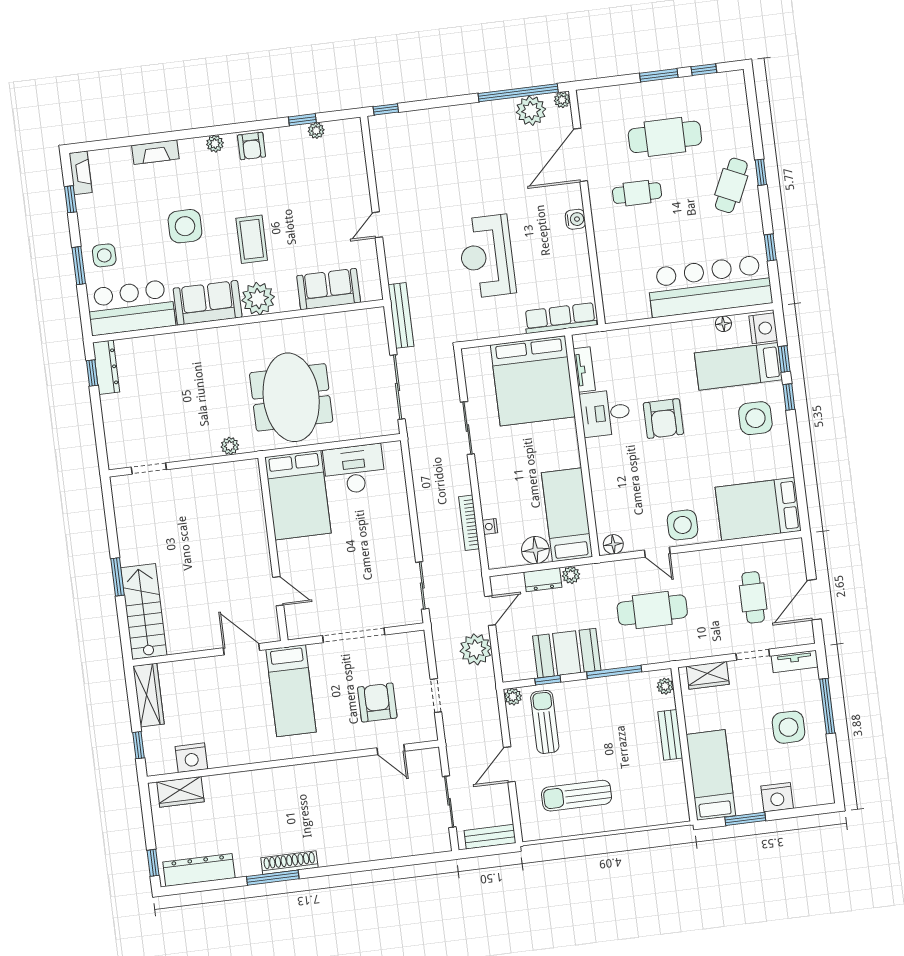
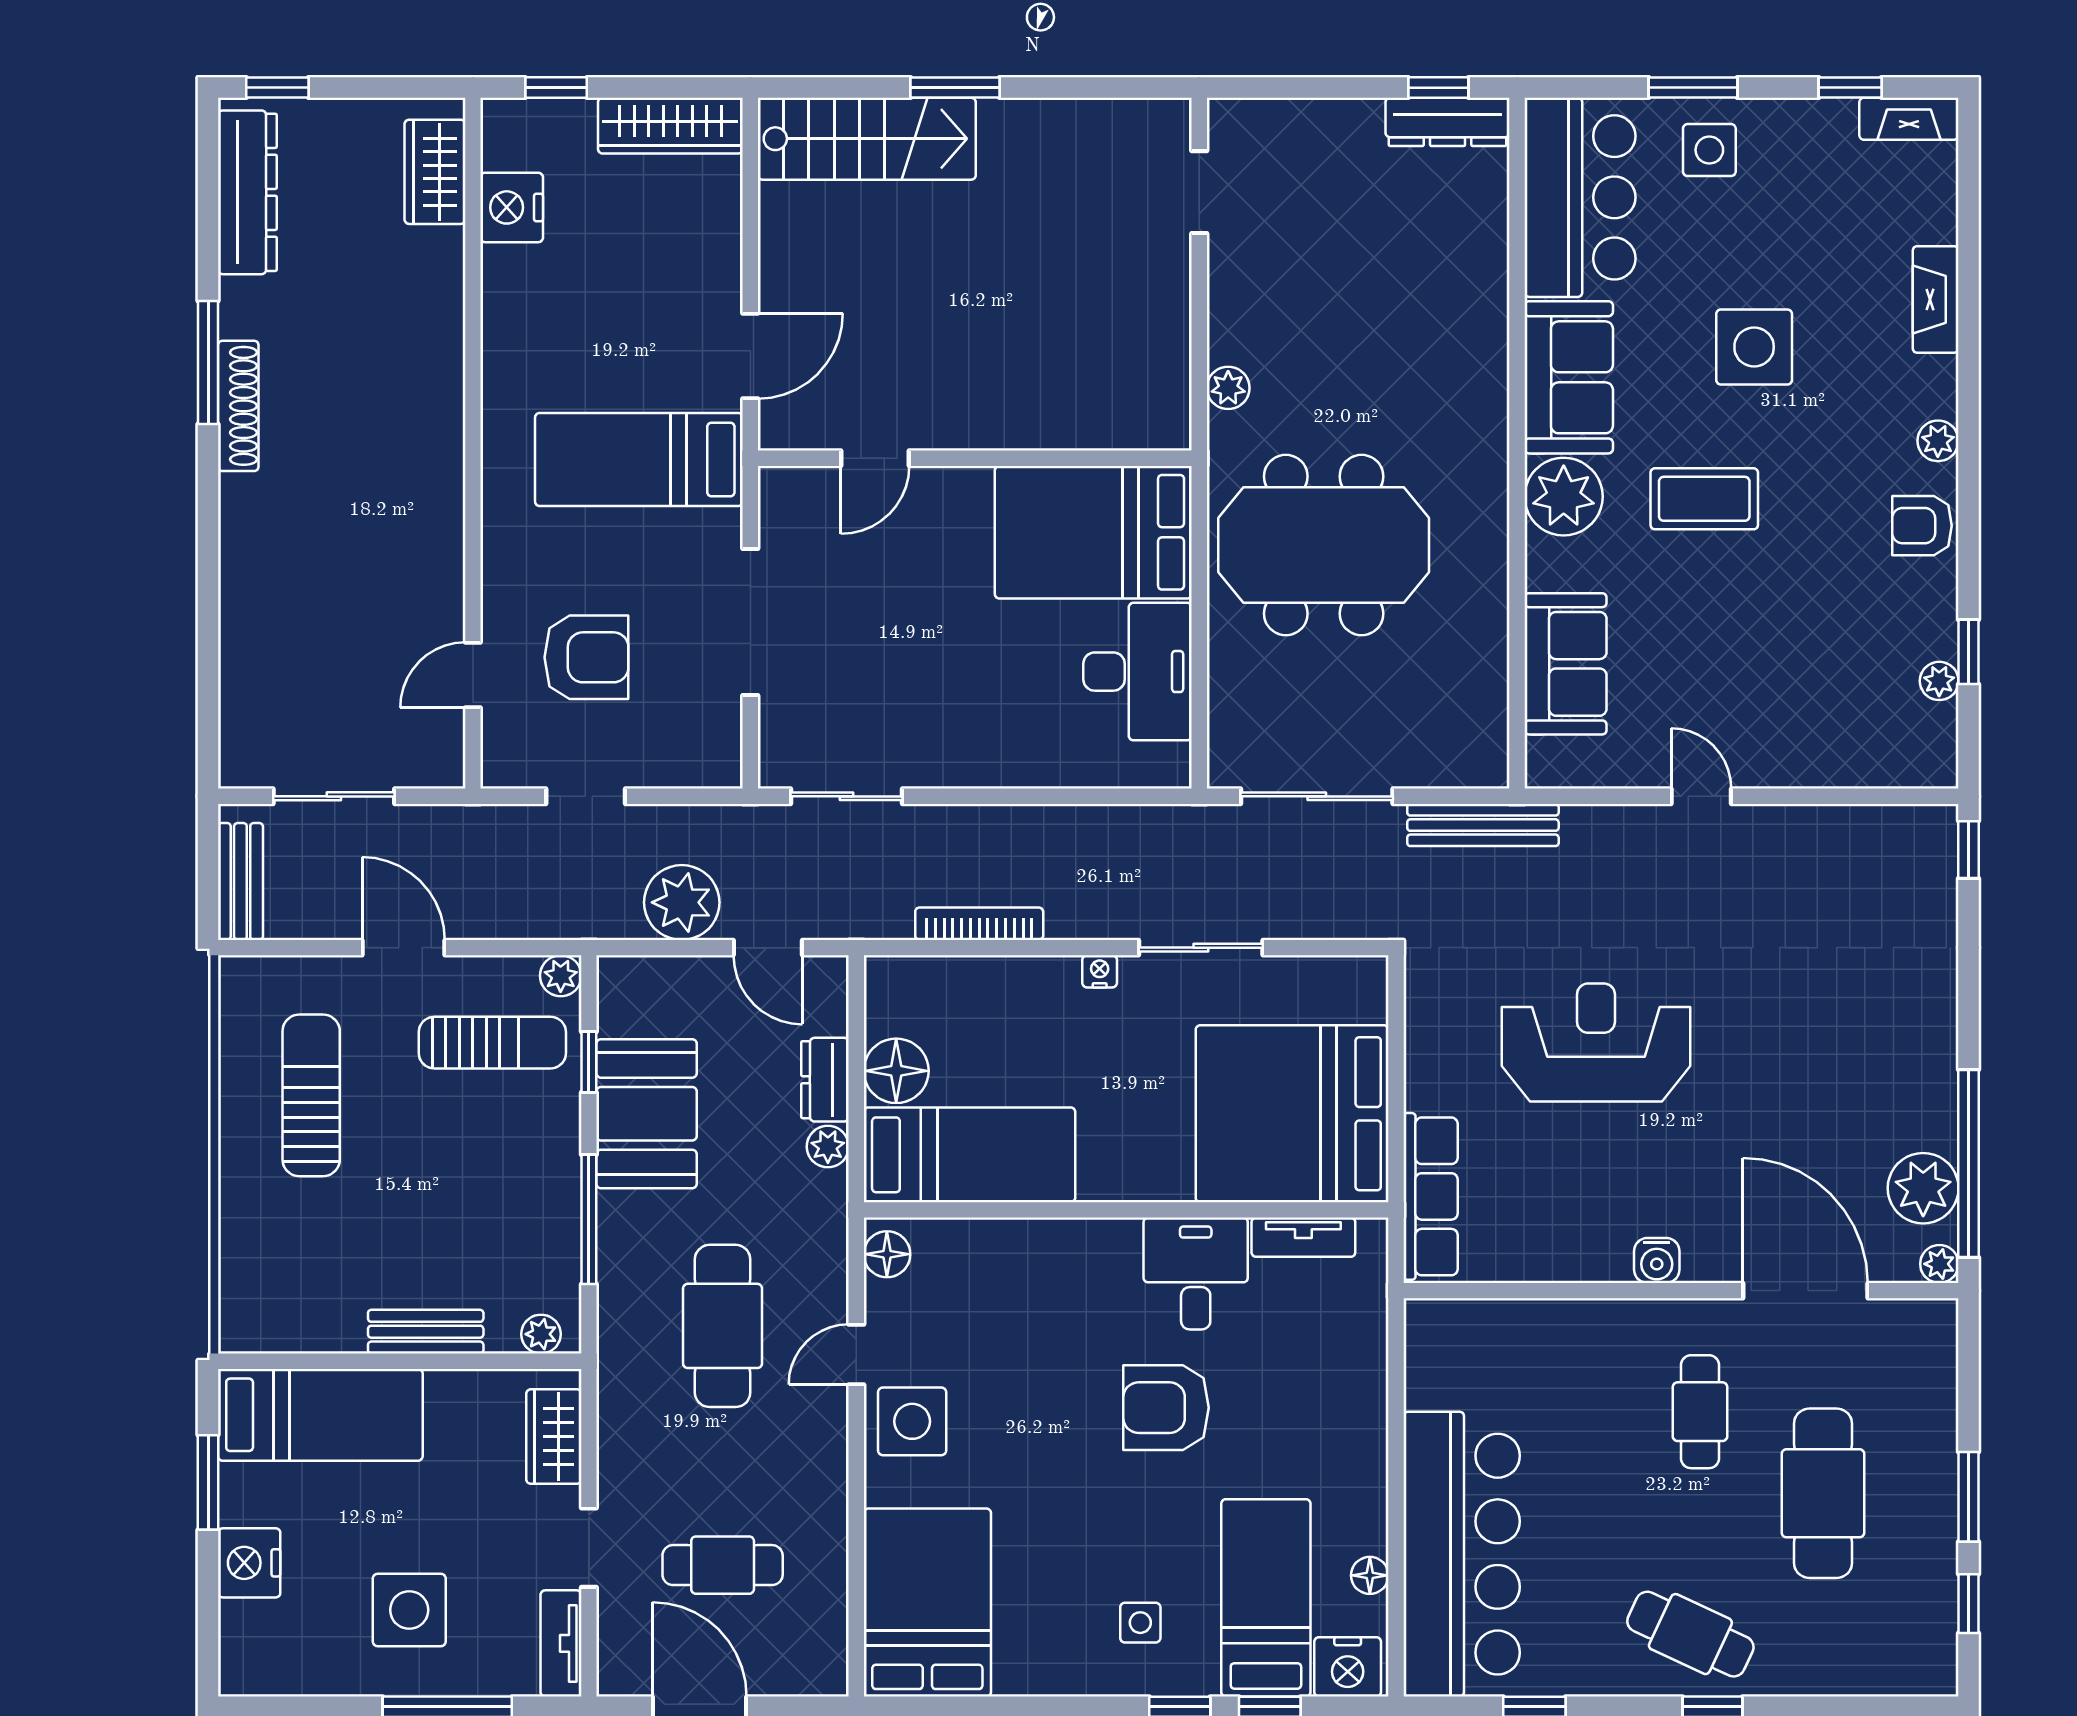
side table: (755, 418) -> (1140, 1623), width x0.54, depth x0.54
nightstand: (490, 526) -> (1100, 971), moved

